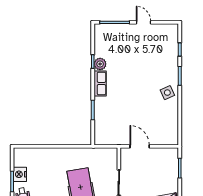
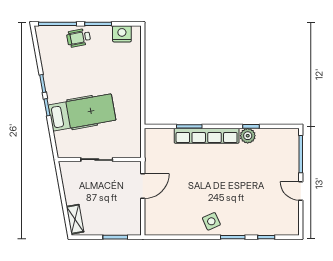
door: (143, 22) -> (301, 191), swing flipped
row of seats: (100, 83) -> (207, 136), width x2.02
nightstand: (20, 174) -> (122, 34), moved

